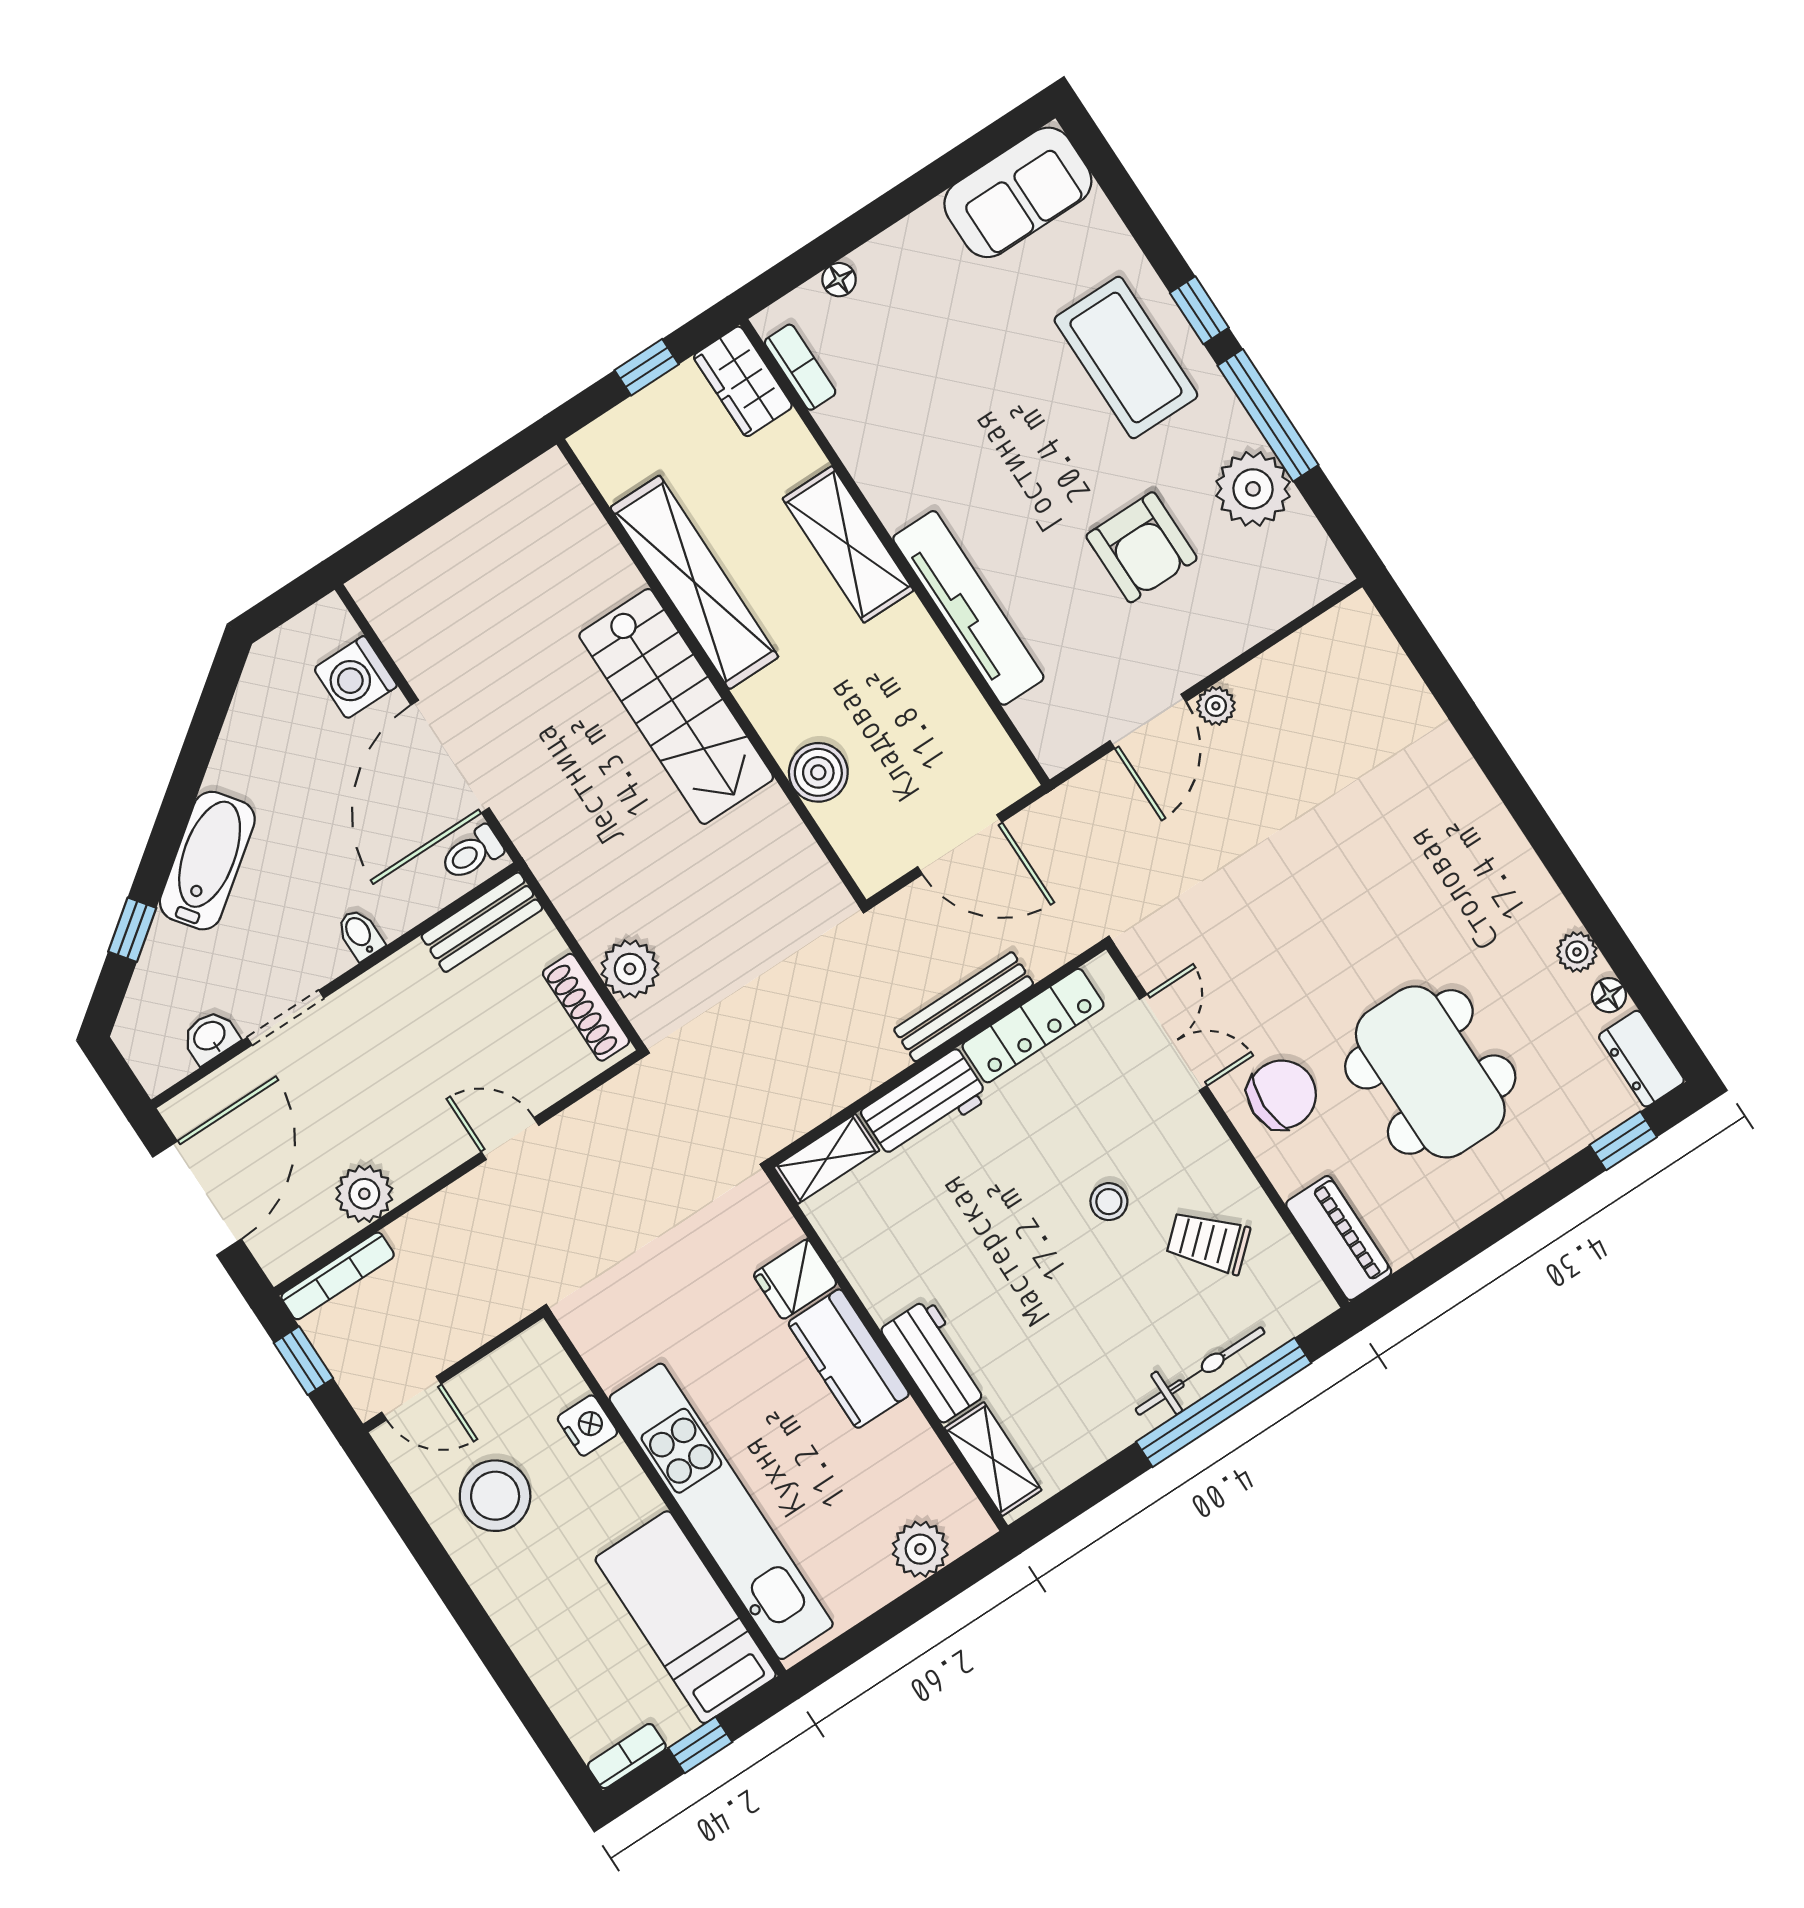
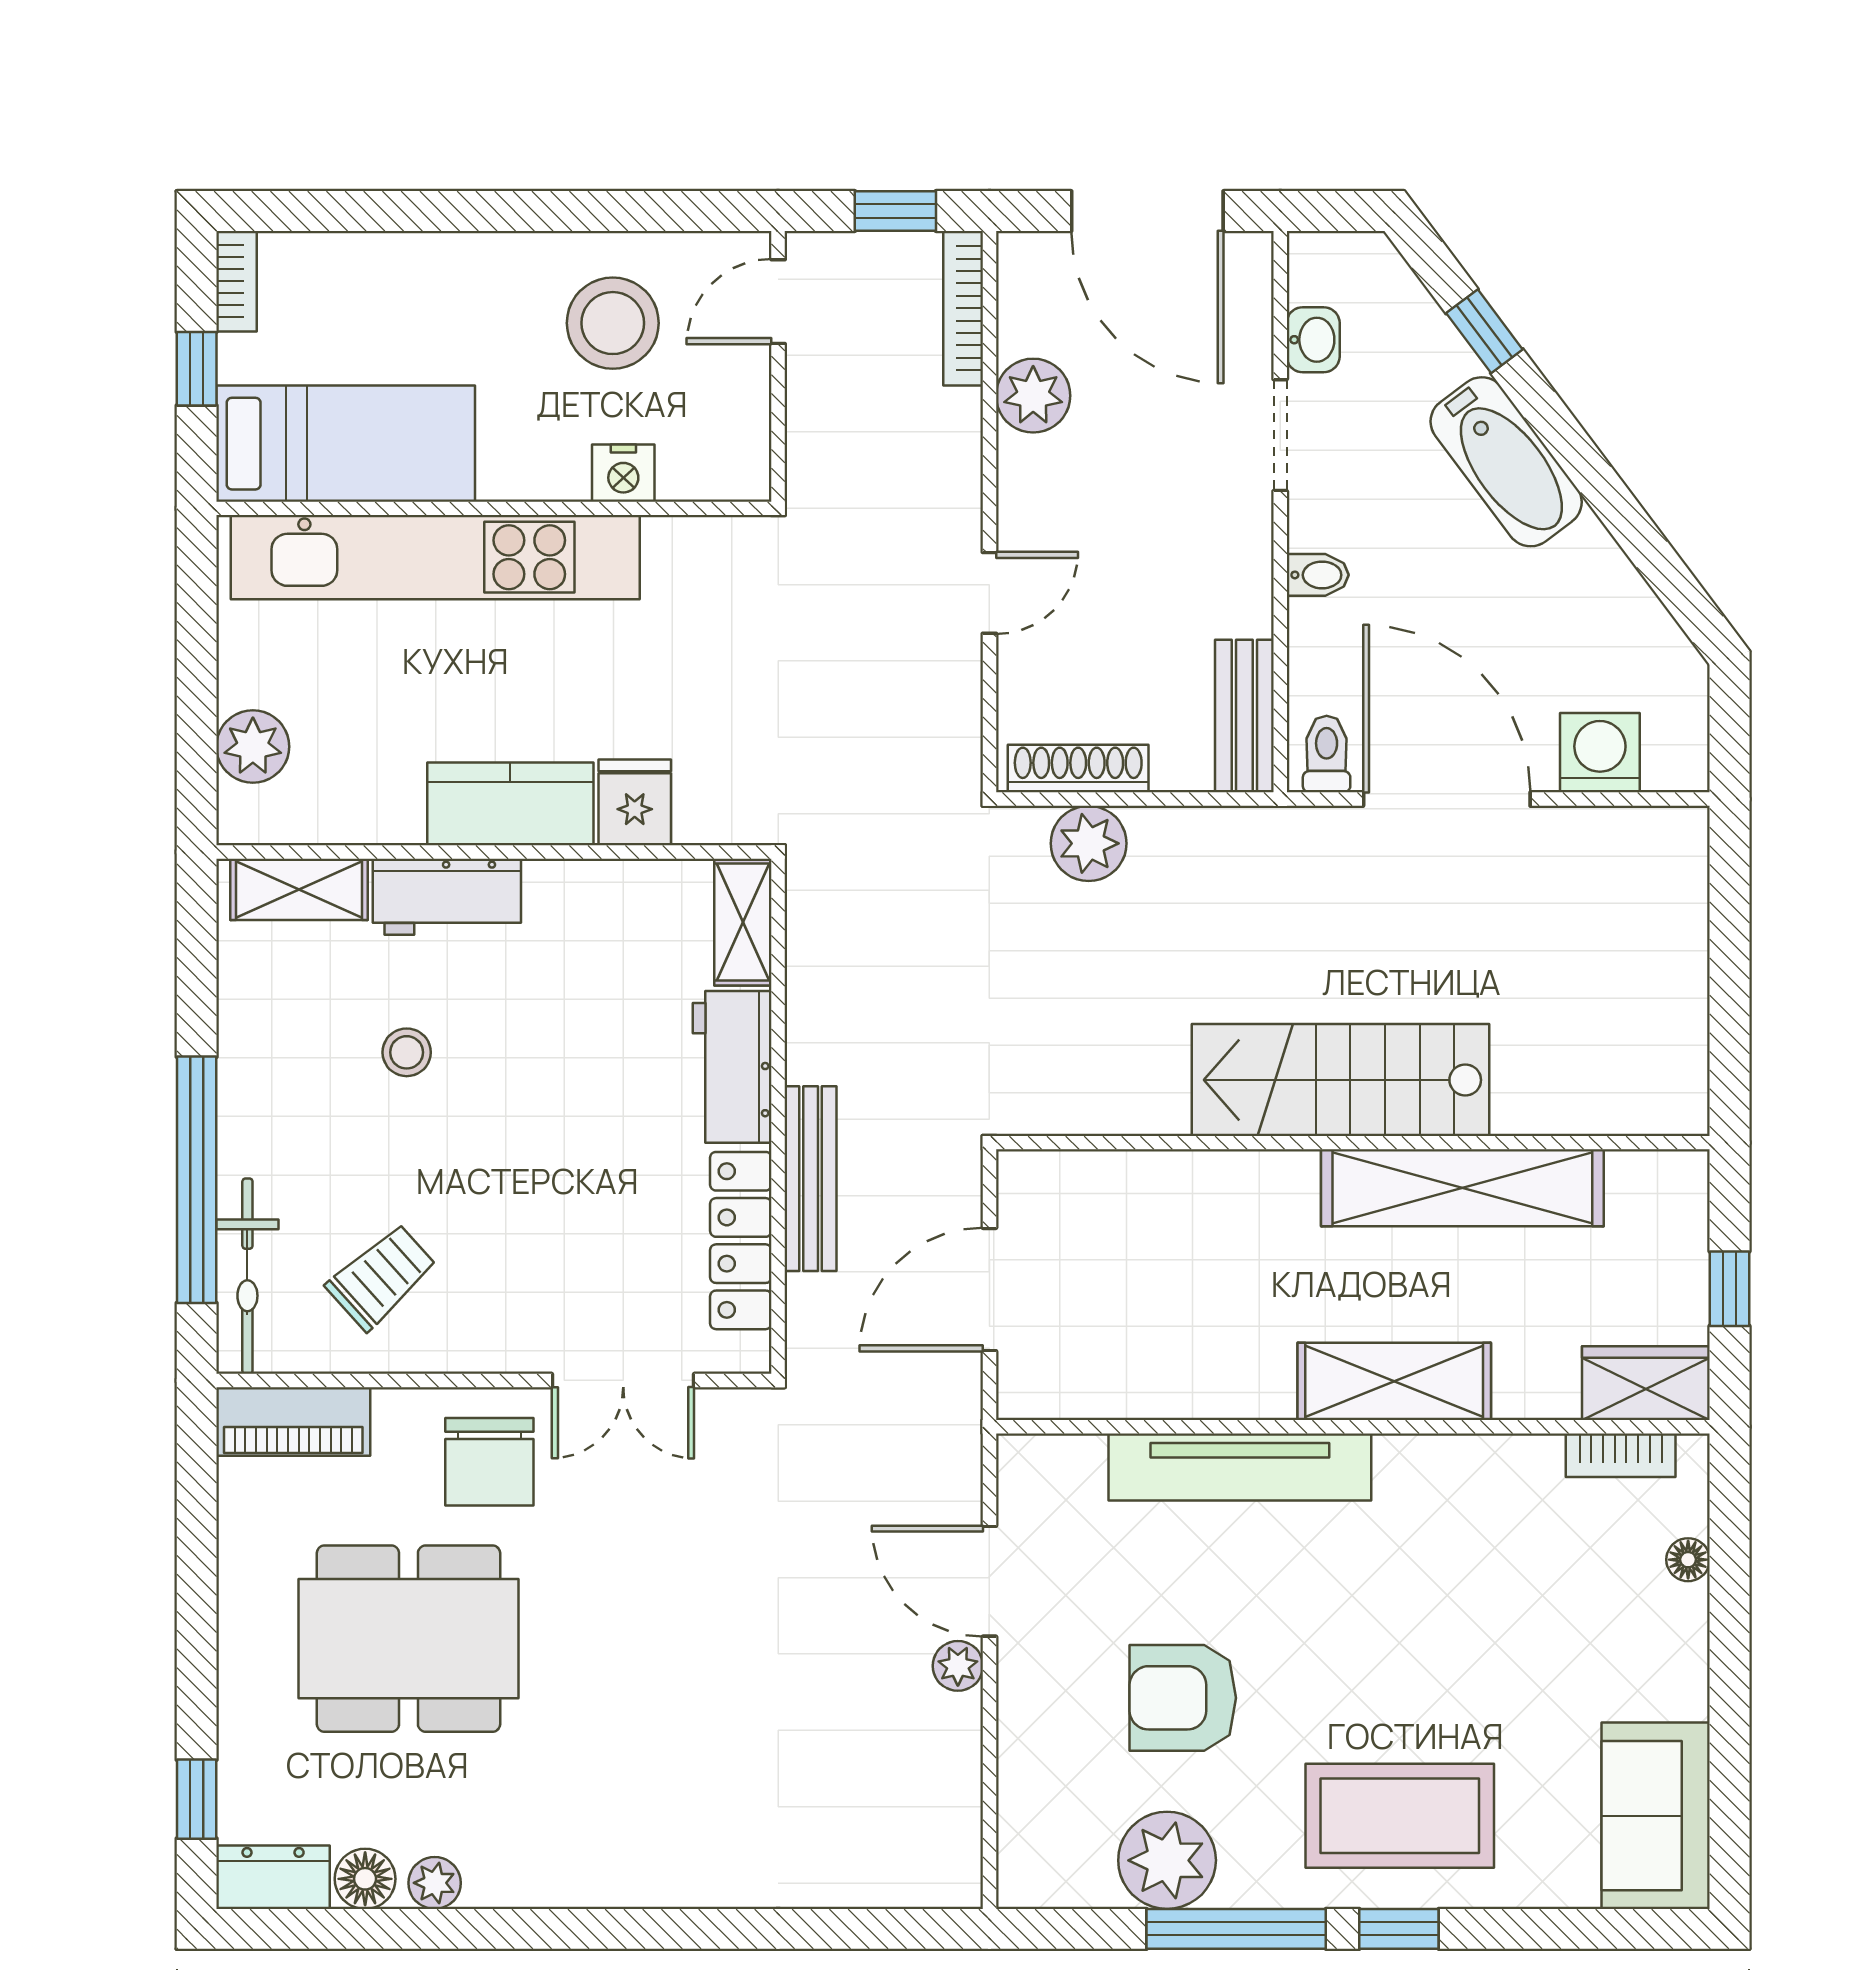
boiler: (818, 772) -> (1168, 1187), removed
floor lamp: (1609, 995) -> (365, 1879), width x1.37, depth x1.37
stool: (1109, 1202) -> (407, 1052), moved
bicycle: (1200, 1371) -> (247, 1276), moved

